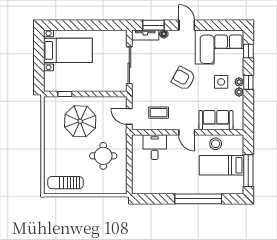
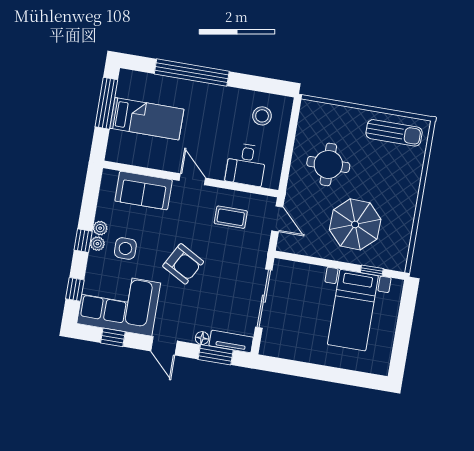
window: (220, 25) -> (113, 337), added
bed with nightstands: (68, 50) -> (353, 310), moved, turned -90
stool: (216, 144) -> (262, 116), moved

